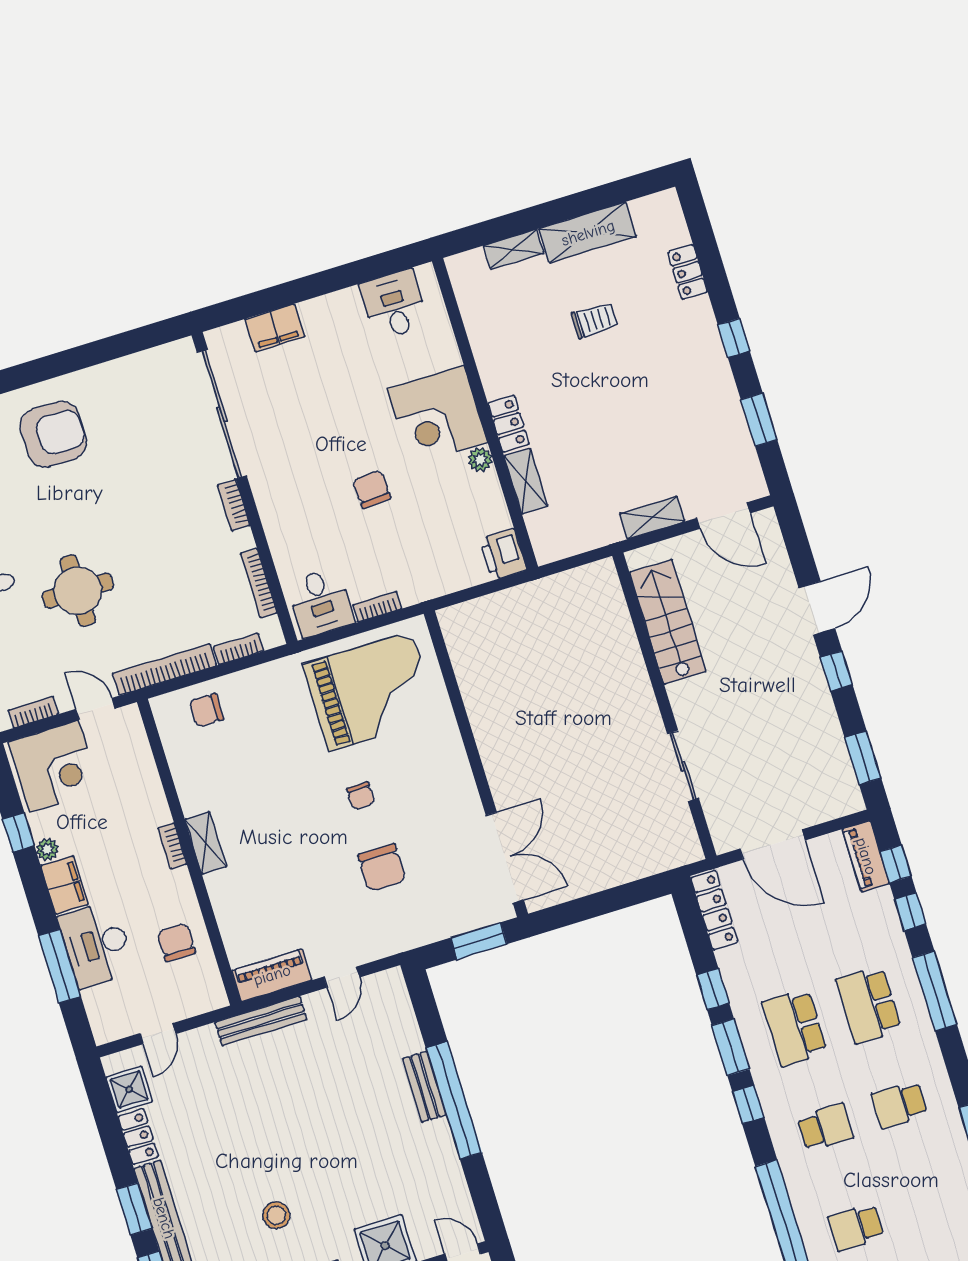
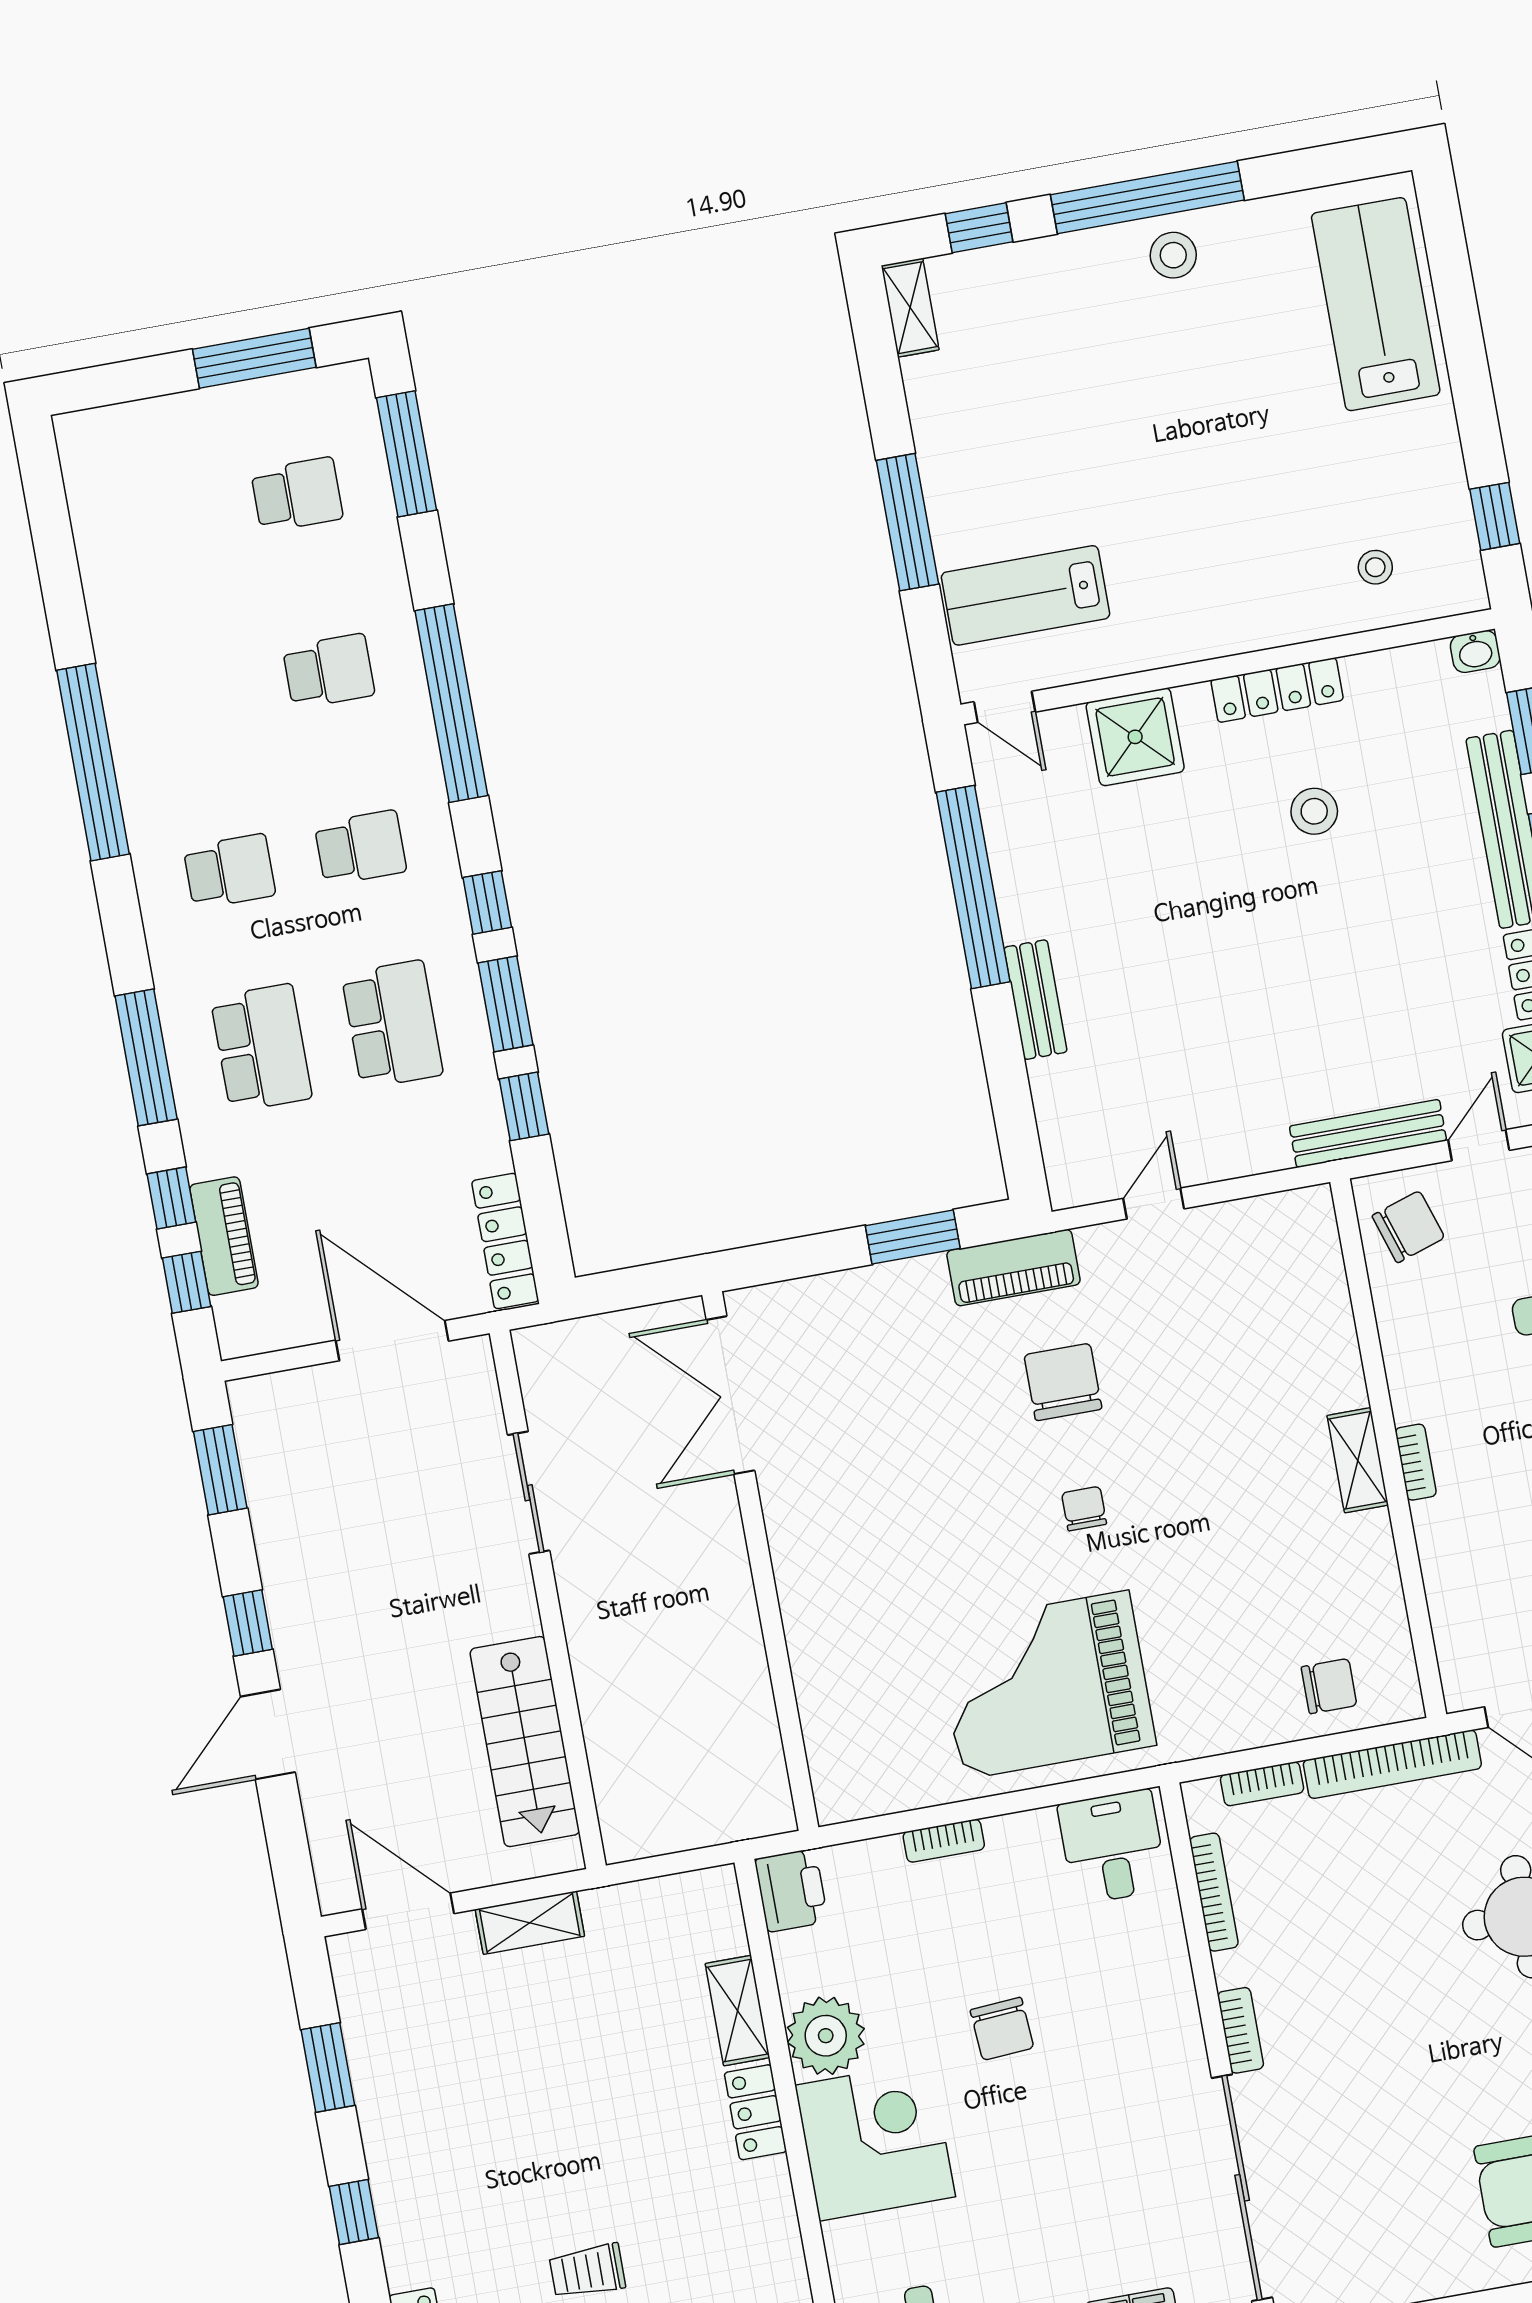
plant: (480, 460) -> (826, 2036), width x1.88, depth x1.88
bookcase: (377, 607) -> (944, 1841), moved
wall: (476, 764) -> (760, 1561), moved
piano: (866, 856) -> (224, 1236), moved
double door: (505, 858) -> (730, 1395), moved
chair: (176, 942) -> (1408, 1227), moved, turned -108
piano: (272, 975) -> (1013, 1268), moved
bench: (261, 1021) -> (1368, 1133), moved
window: (454, 1100) -> (973, 887), moved
school desk: (825, 1127) -> (360, 848), turned 180

